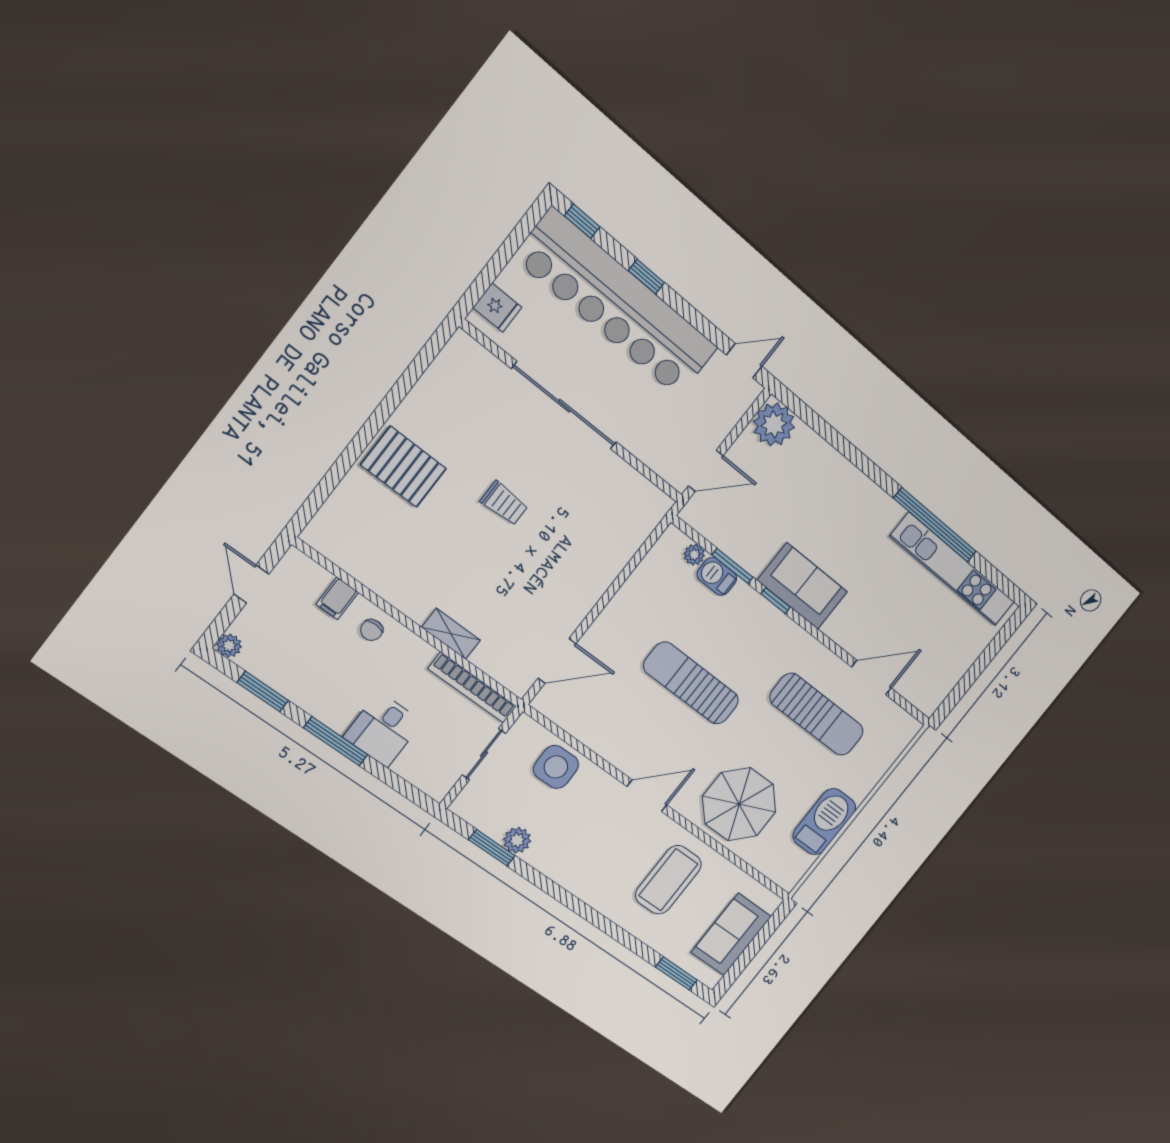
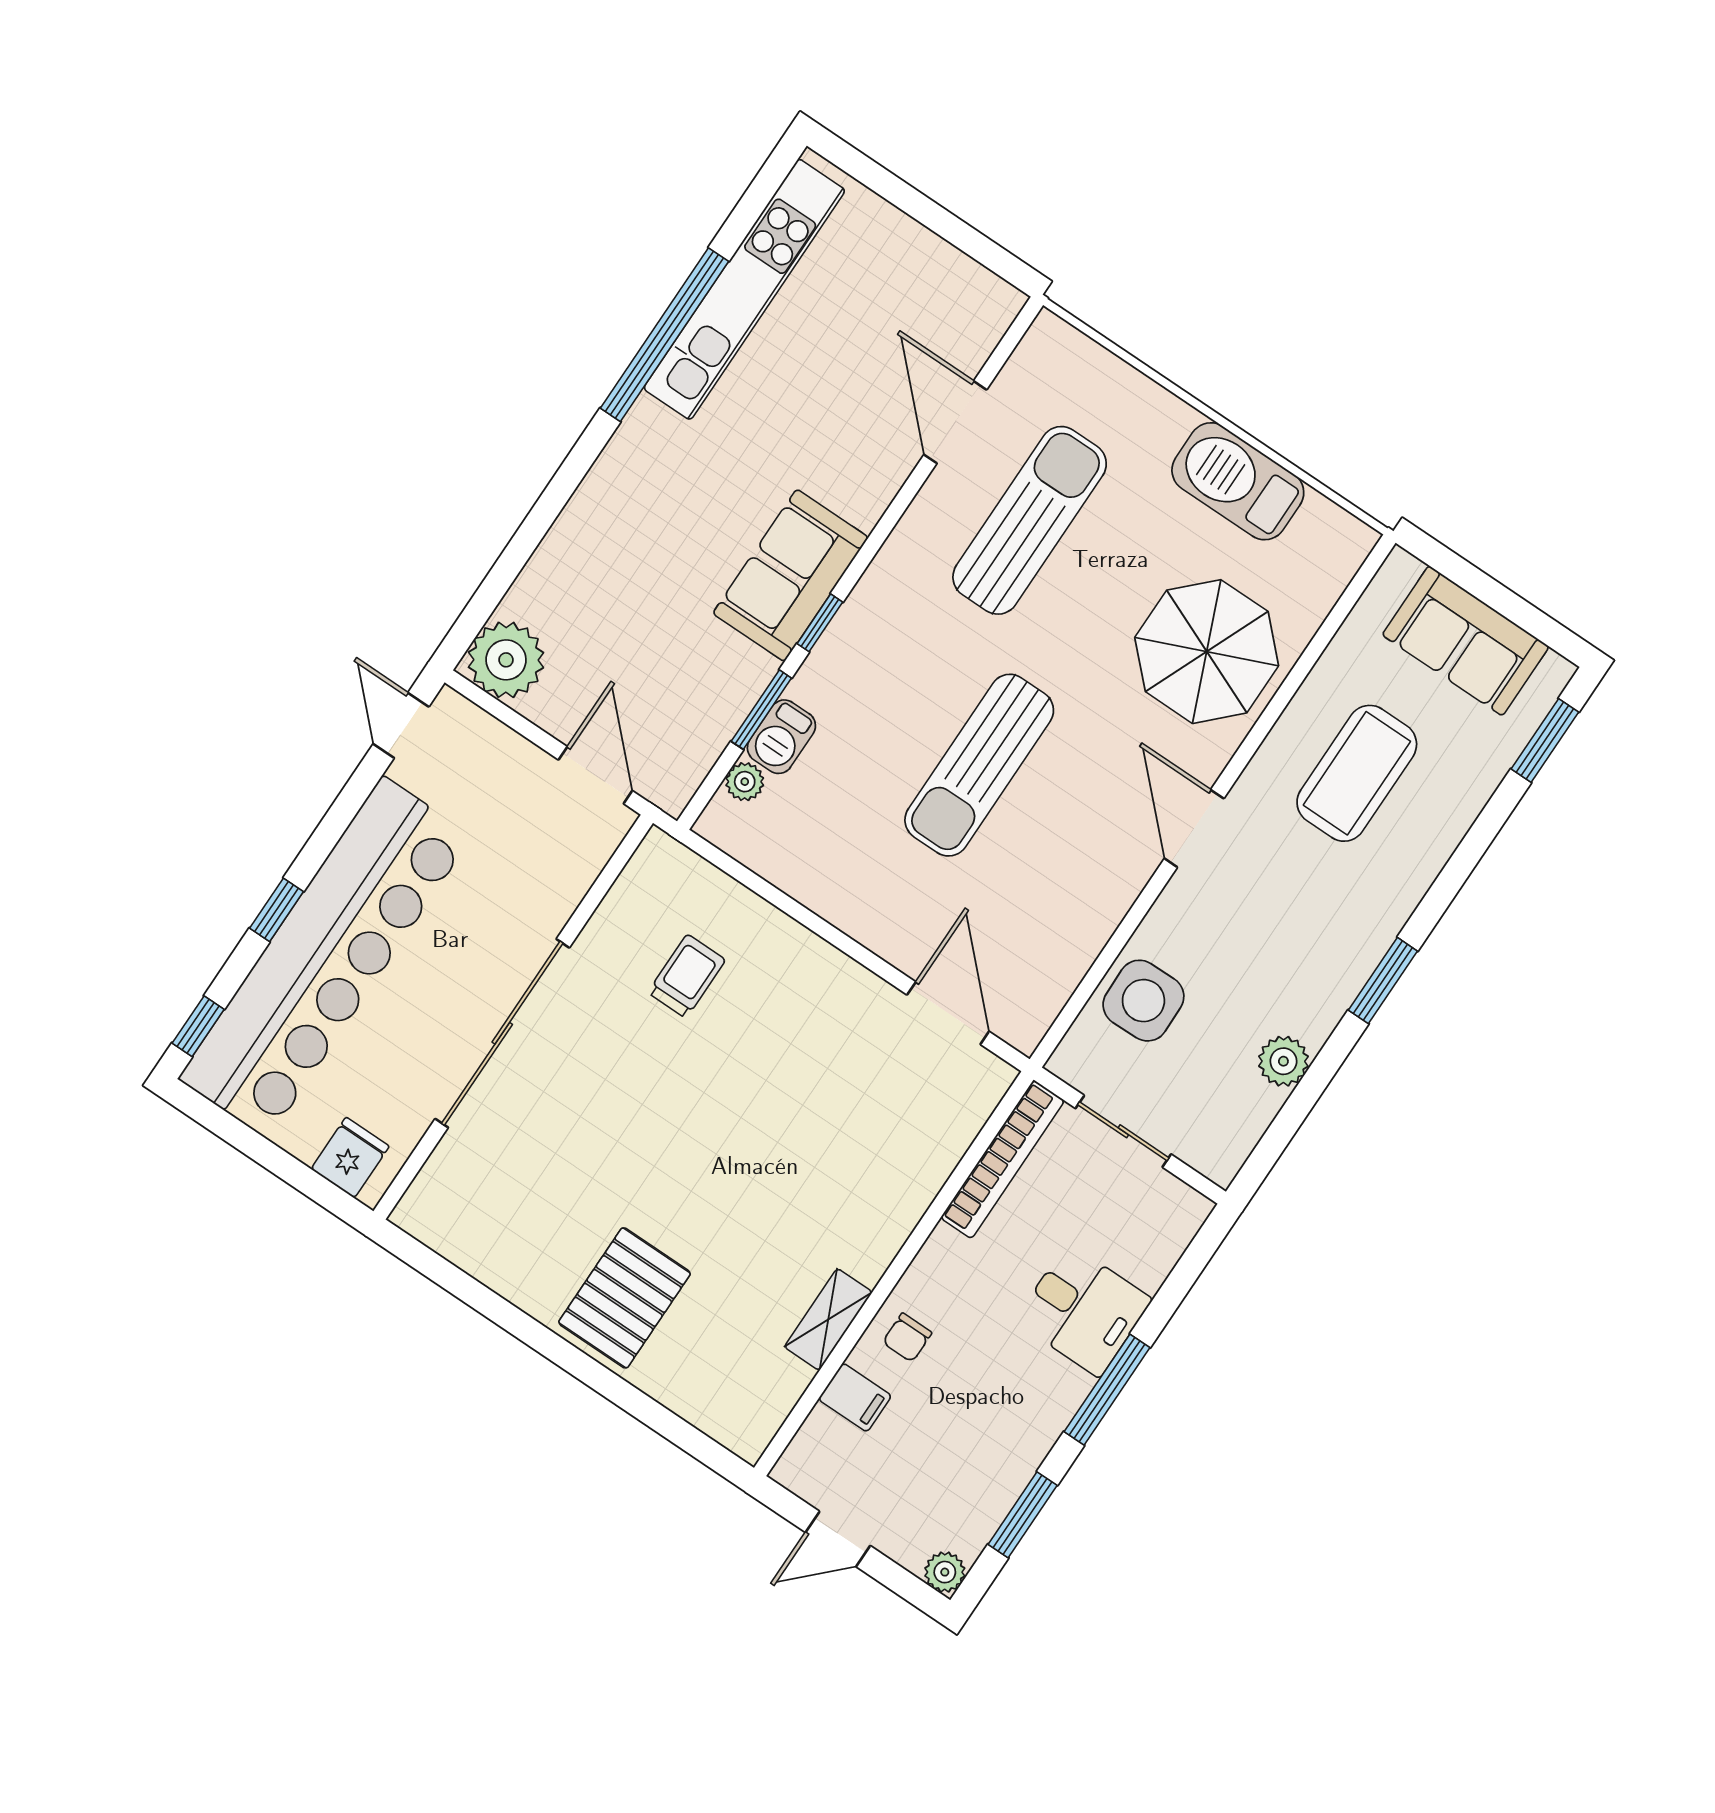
trolley: (504, 503) -> (687, 976), moved
chair: (372, 630) -> (907, 1338), turned 90
shelving: (451, 634) -> (828, 1319), moved
window: (492, 848) -> (1383, 981), moved
coffee table: (668, 880) -> (1357, 773), turned 90

